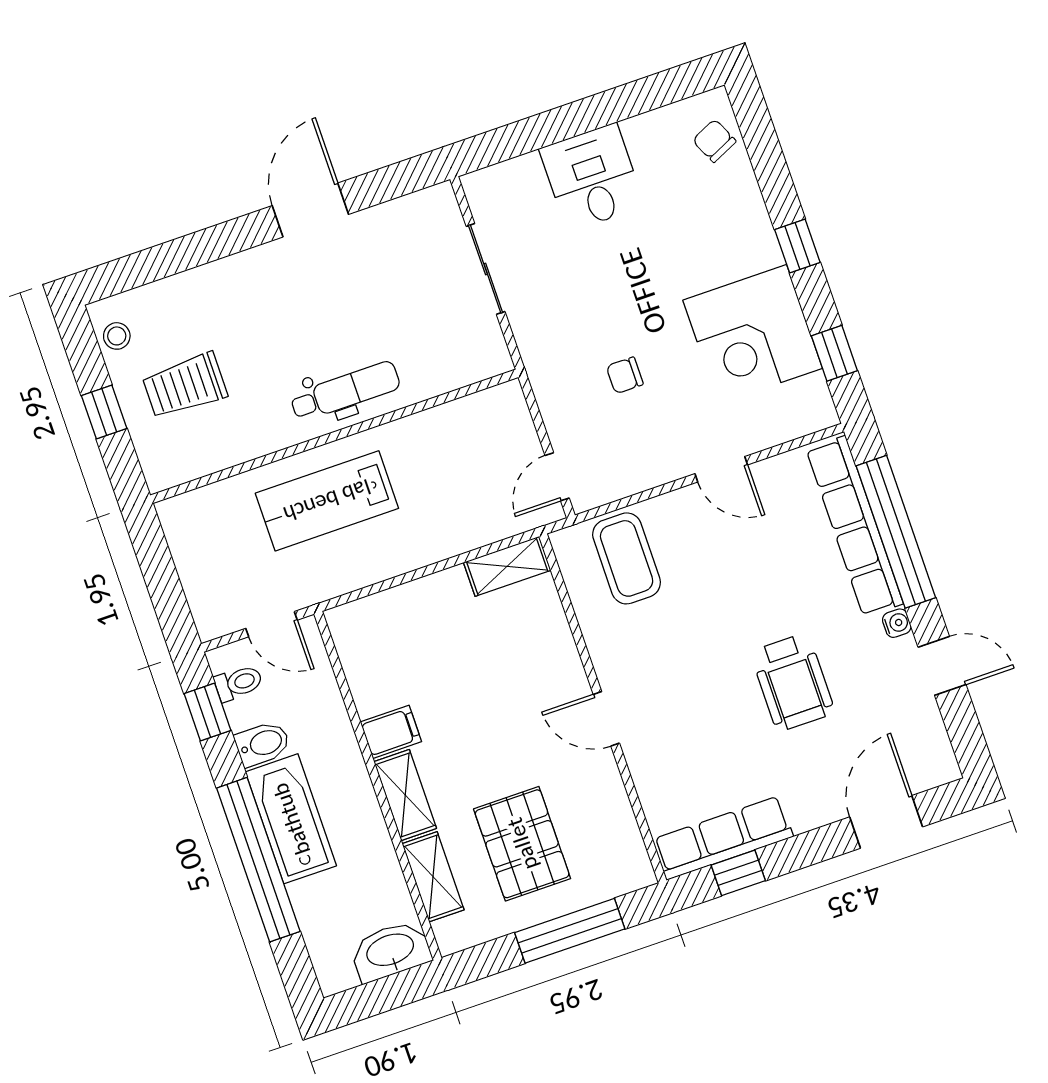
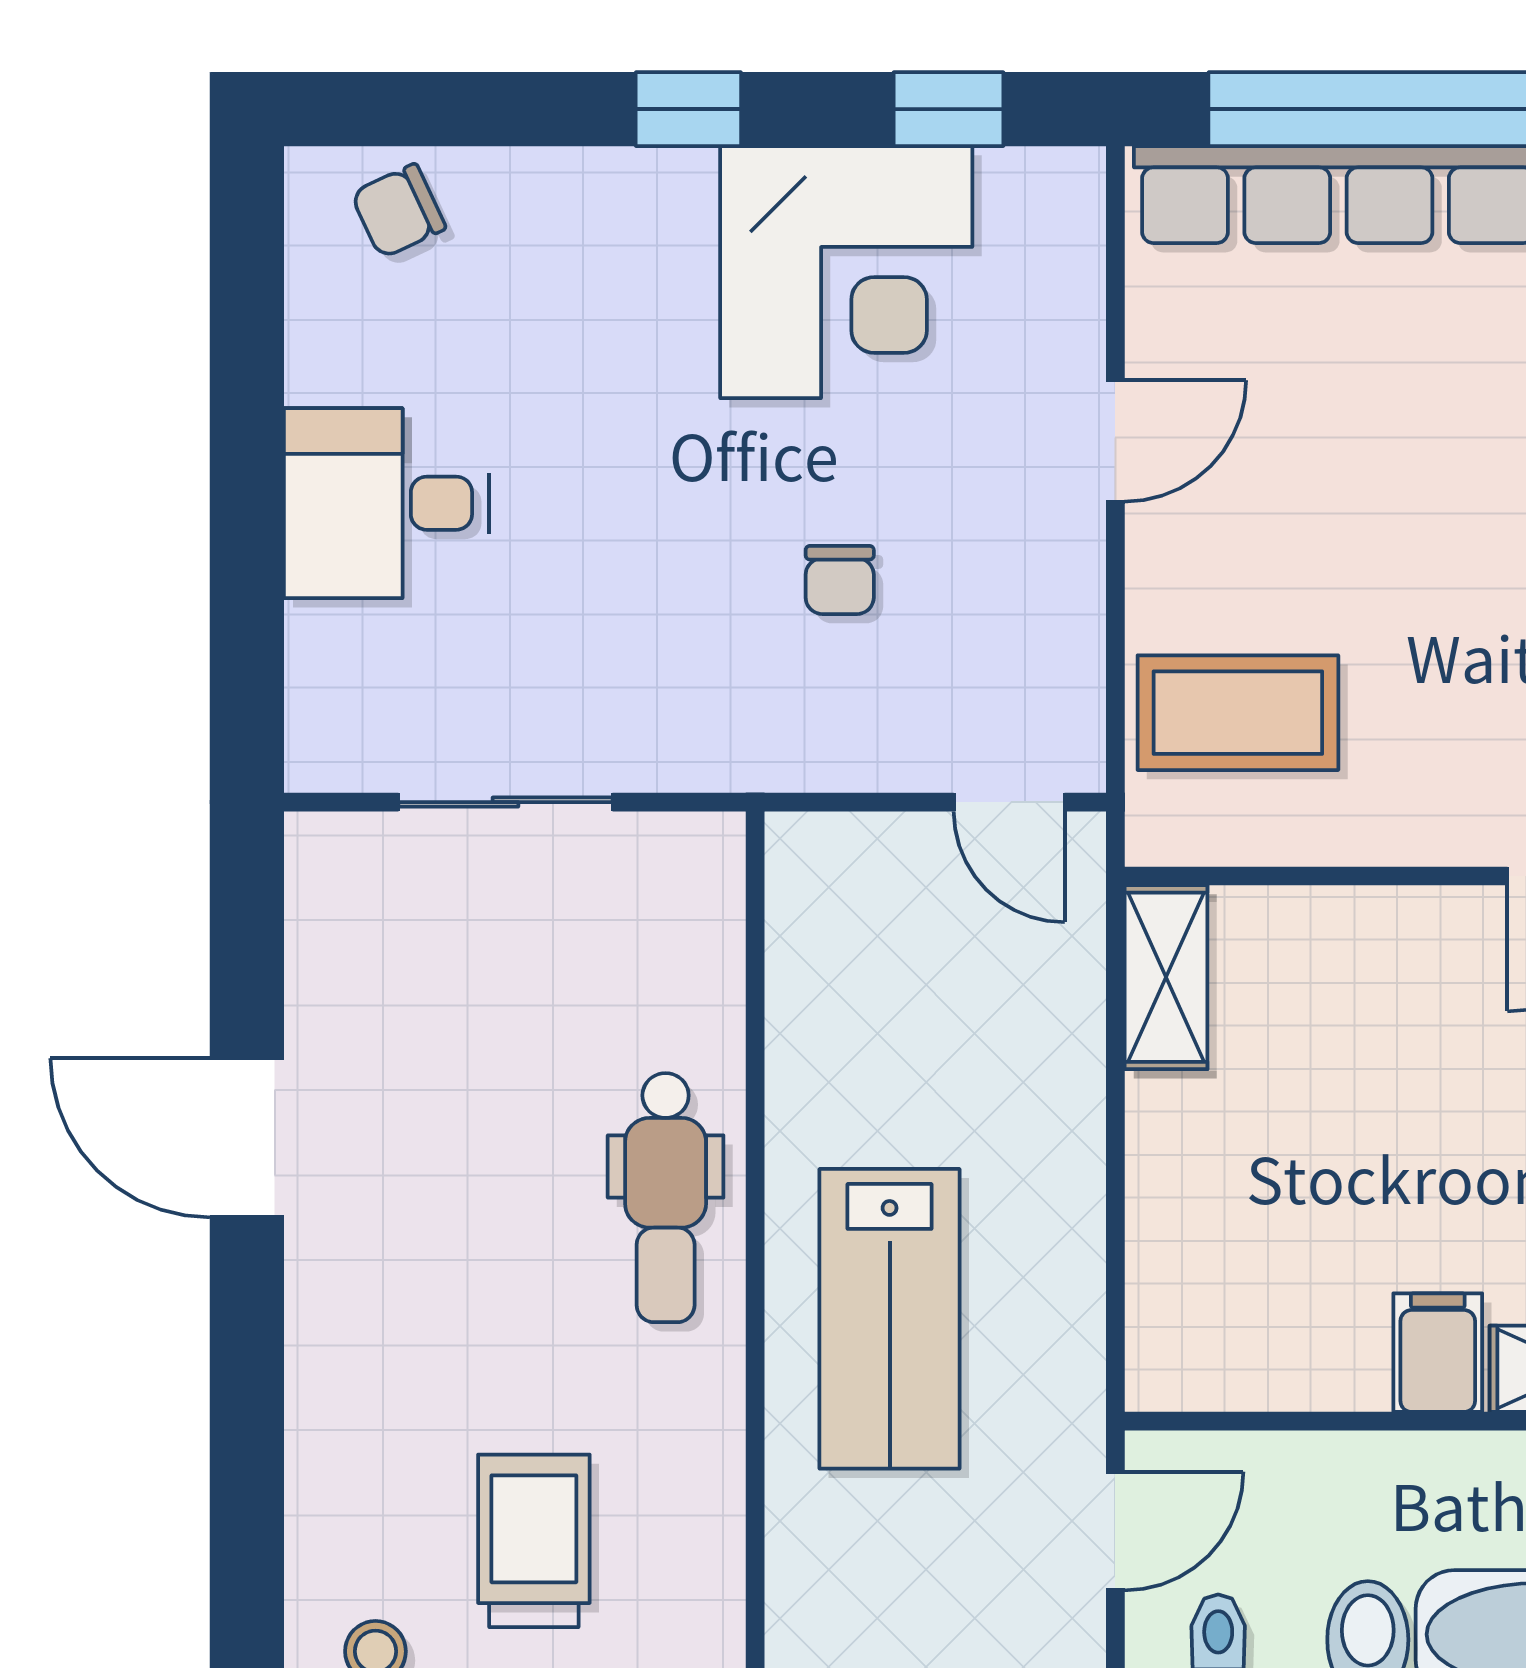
trolley: (185, 386) -> (534, 1541), turned 180
dental chair: (345, 391) -> (666, 1198), turned 180

